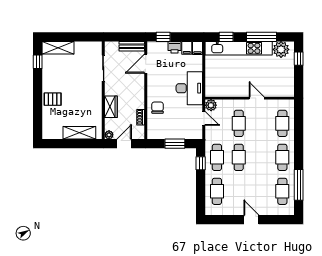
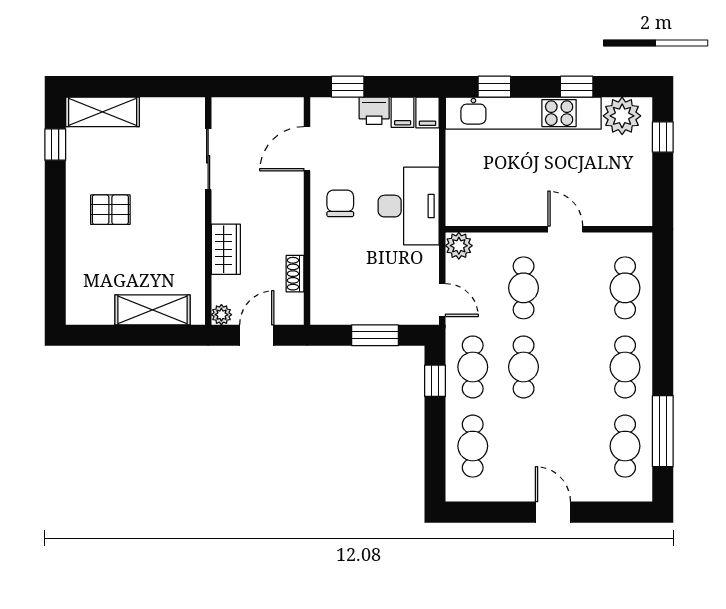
window: (262, 37) -> (577, 87), width x0.46
bench: (132, 46) -> (274, 108), removed
pallet: (53, 99) -> (110, 210), moved
chair: (158, 108) -> (340, 203), moved
door: (204, 118) -> (442, 300), moved

